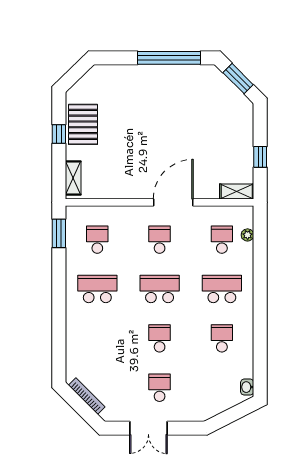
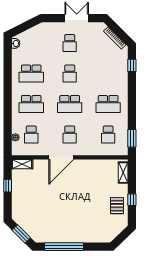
pallet: (83, 124) -> (117, 206), width x0.67, depth x0.71
school desk: (222, 338) -> (31, 74), width x1.85
window: (59, 352) -> (132, 65), added

